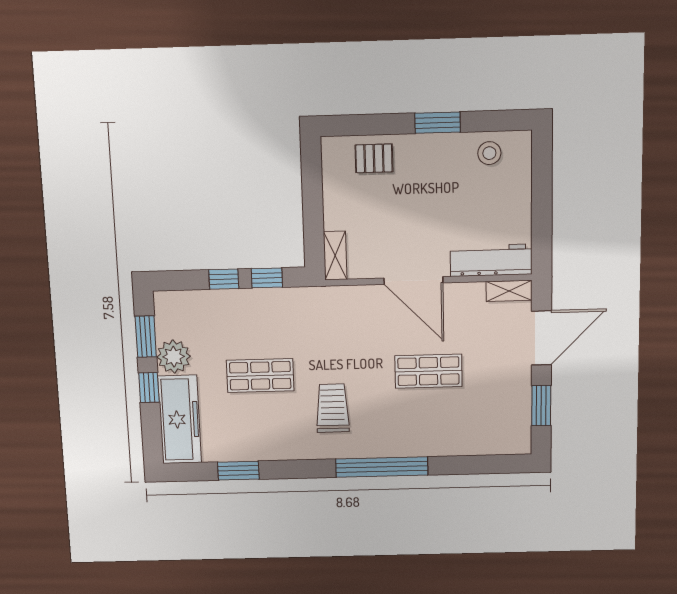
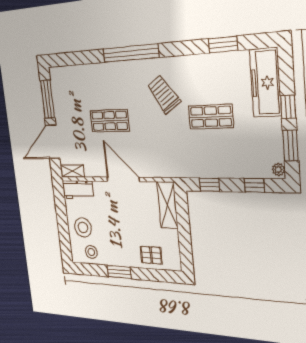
stool: (501, 195) -> (83, 227), added
shelving: (335, 256) -> (167, 205), width x1.50, depth x1.33
workbench: (491, 260) -> (78, 190), width x0.73
window: (224, 279) -> (254, 185), moved
plant: (174, 357) -> (279, 170), moved, width x0.53, depth x0.53
window: (541, 406) -> (47, 99), width x1.44
trolley: (333, 408) -> (164, 94), turned 146

